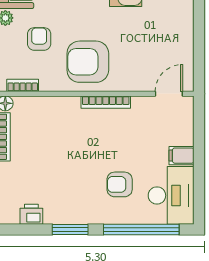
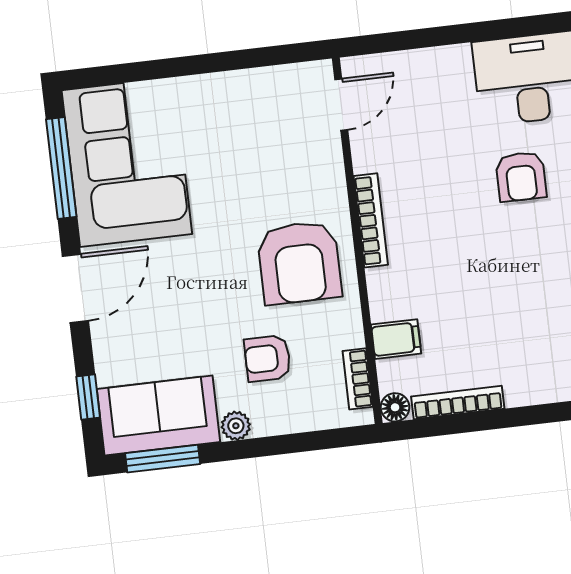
door: (169, 94) -> (341, 105), swing flipped
filing cabinet: (181, 156) -> (396, 339), moved, turned -90

